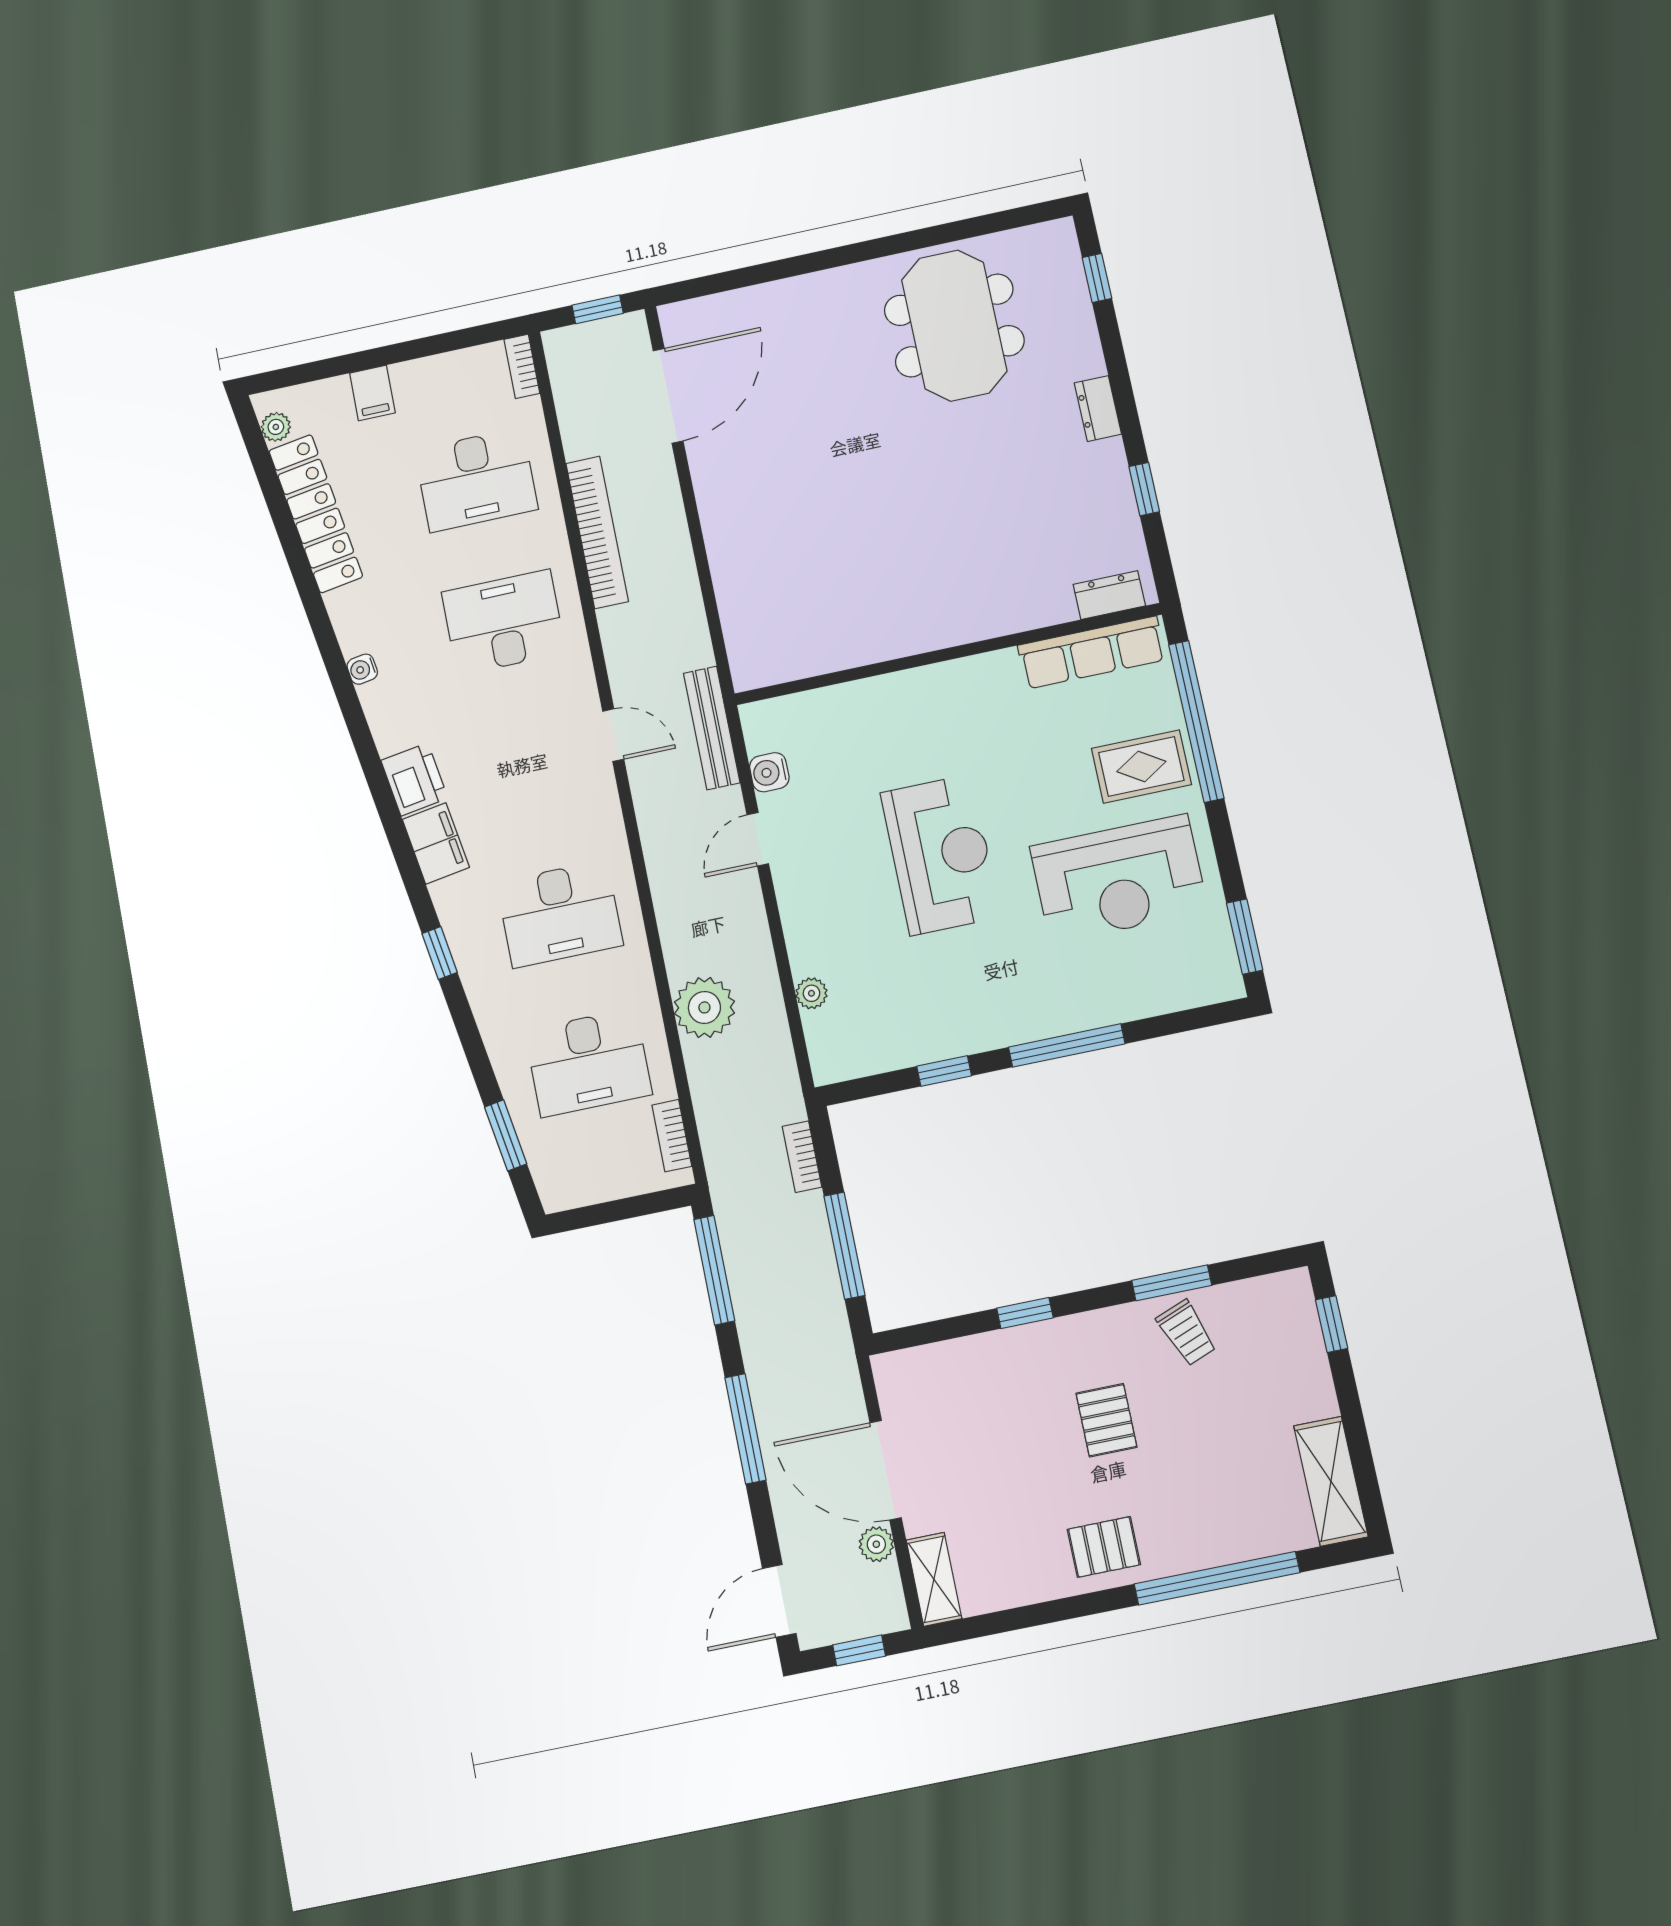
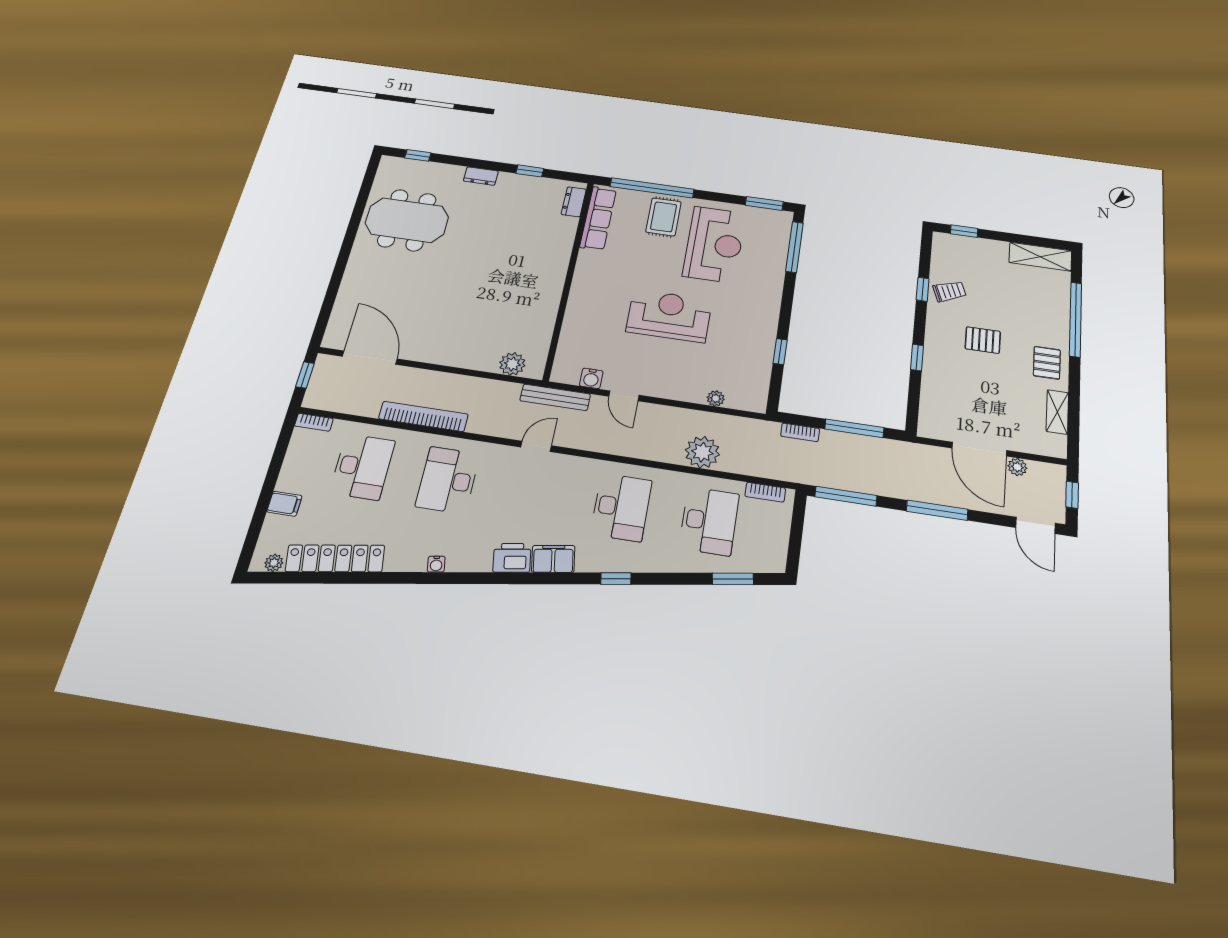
plant: (746, 631) -> (512, 364), added
window: (1067, 1045) -> (795, 247), moved
window: (1172, 1283) -> (923, 289), width x0.67
door: (886, 1470) -> (979, 449), hinge flipped
shelving: (934, 1579) -> (1057, 412), moved, turned 90

